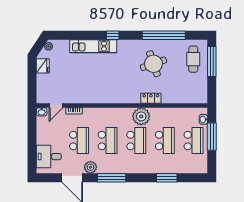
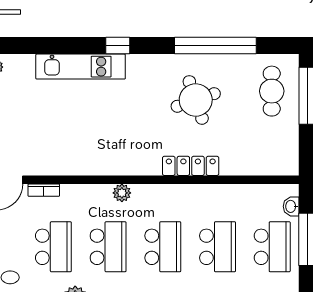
locker: (151, 98) -> (191, 166), width x1.53
plant: (141, 116) -> (122, 193), moved, width x0.53, depth x0.53

